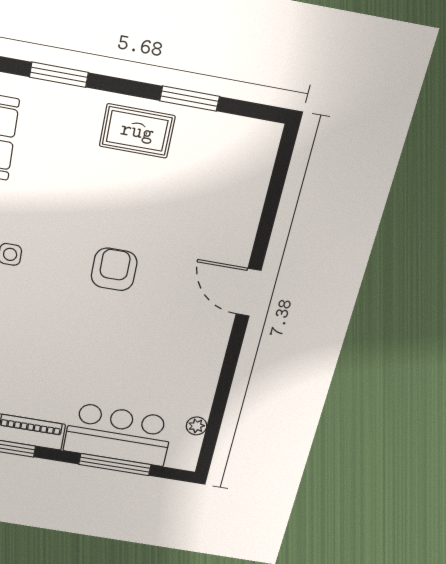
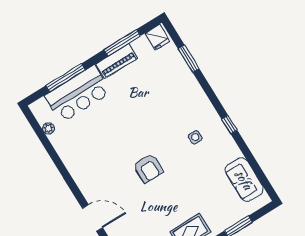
door: (248, 292) -> (92, 218), moved

